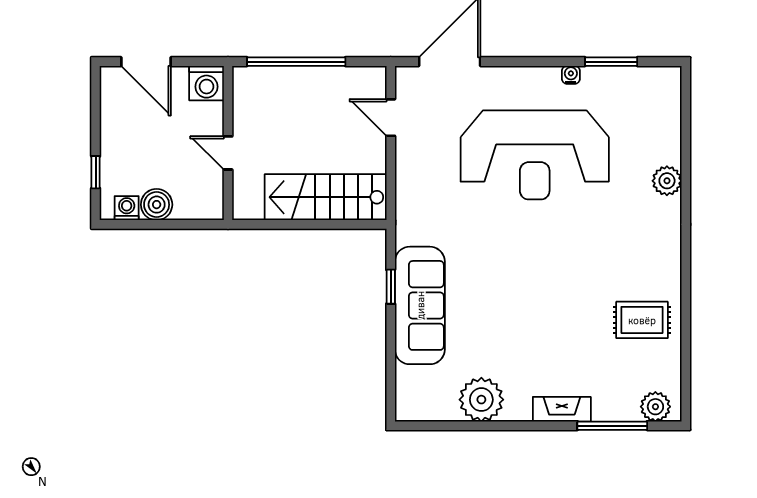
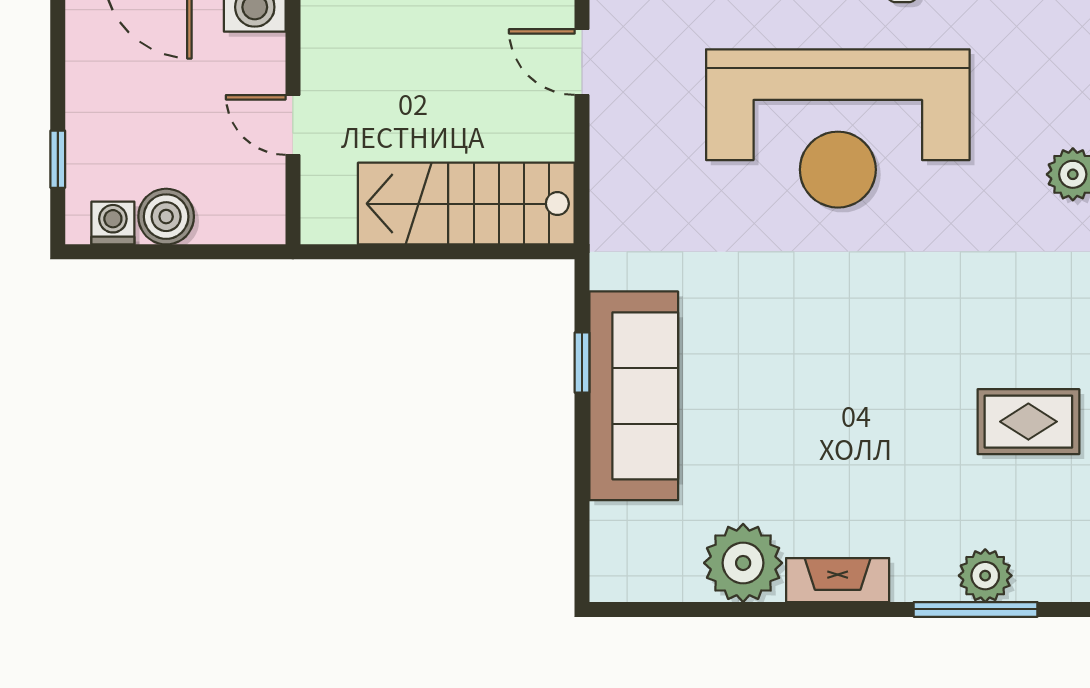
plant: (655, 407) -> (985, 576), moved
fireplace: (562, 409) -> (838, 580), moved

